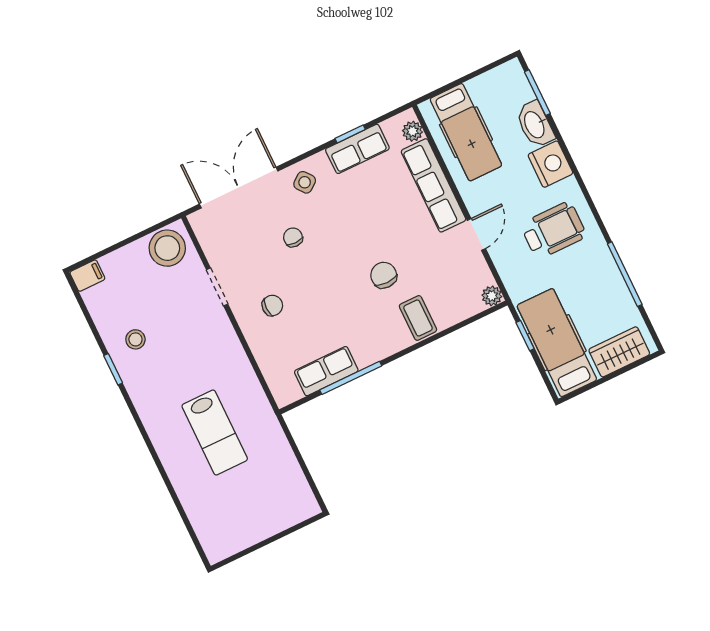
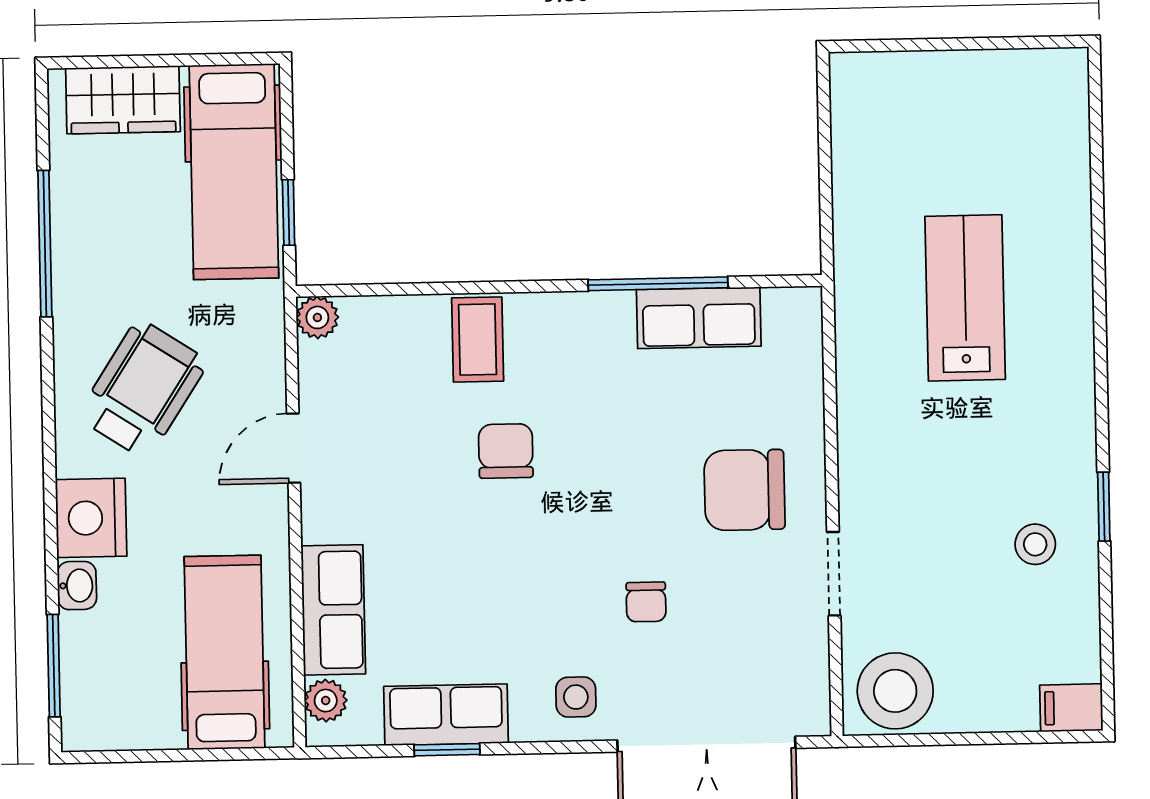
washbasin: (535, 124) -> (77, 586), width x0.52, depth x0.69
side table: (305, 182) -> (576, 697), turned 38
row of seats: (433, 185) -> (333, 610), width x0.68
wheelchair: (553, 230) -> (143, 389), turned 123
chair: (384, 275) -> (506, 451), turned 180
chair: (272, 305) -> (745, 490), width x1.87, depth x1.87

